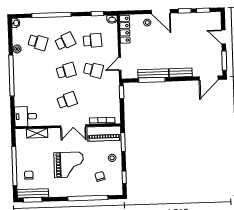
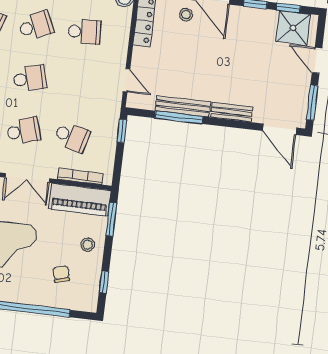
shower: (207, 21) -> (293, 28), added
door: (120, 64) -> (126, 80), swing flipped
school desk: (93, 70) -> (72, 137), moved
door: (209, 78) -> (280, 129), hinge flipped

